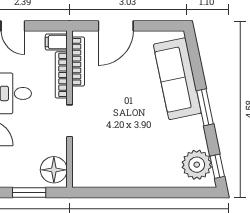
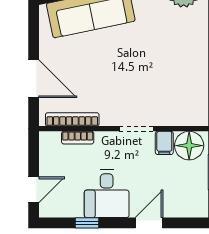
filing cabinet: (56, 42) -> (164, 143), moved
bookcase: (61, 75) -> (78, 138), width x0.64

